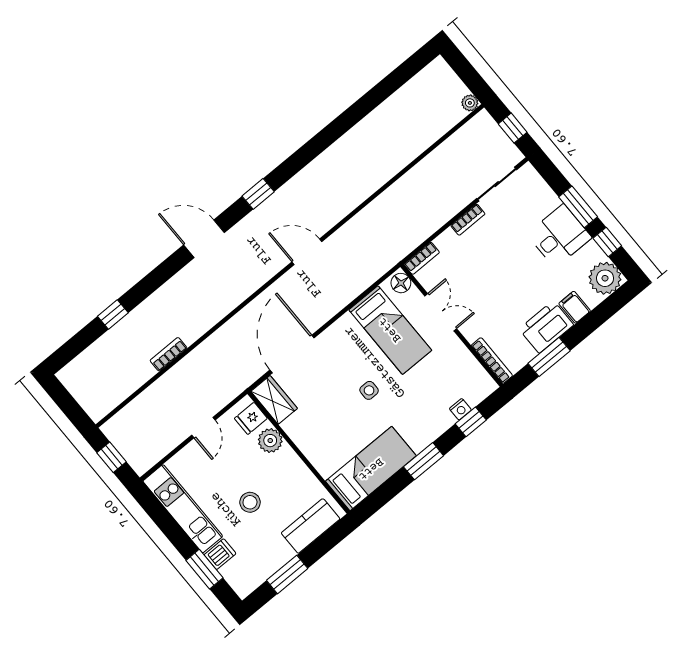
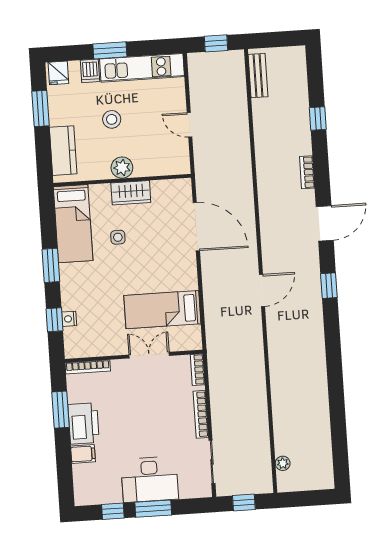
plant: (470, 103) -> (283, 463), moved
bookcase: (468, 220) -> (201, 414), width x1.56
desk: (559, 236) -> (150, 479), width x1.37
plant: (605, 278) -> (88, 491), removed
floor lamp: (401, 283) -> (191, 342), removed
double door: (441, 312) -> (149, 355), swing flipped
bookcase: (169, 354) -> (307, 172), moved, turned 180
side table: (369, 390) -> (118, 237), moved
bench: (113, 398) -> (258, 76), added
wardrobe: (274, 400) -> (131, 193), moved
fridge: (251, 418) -> (58, 73), moved, turned 180
plant: (270, 441) -> (122, 168), moved
window: (204, 569) -> (110, 50), moved

